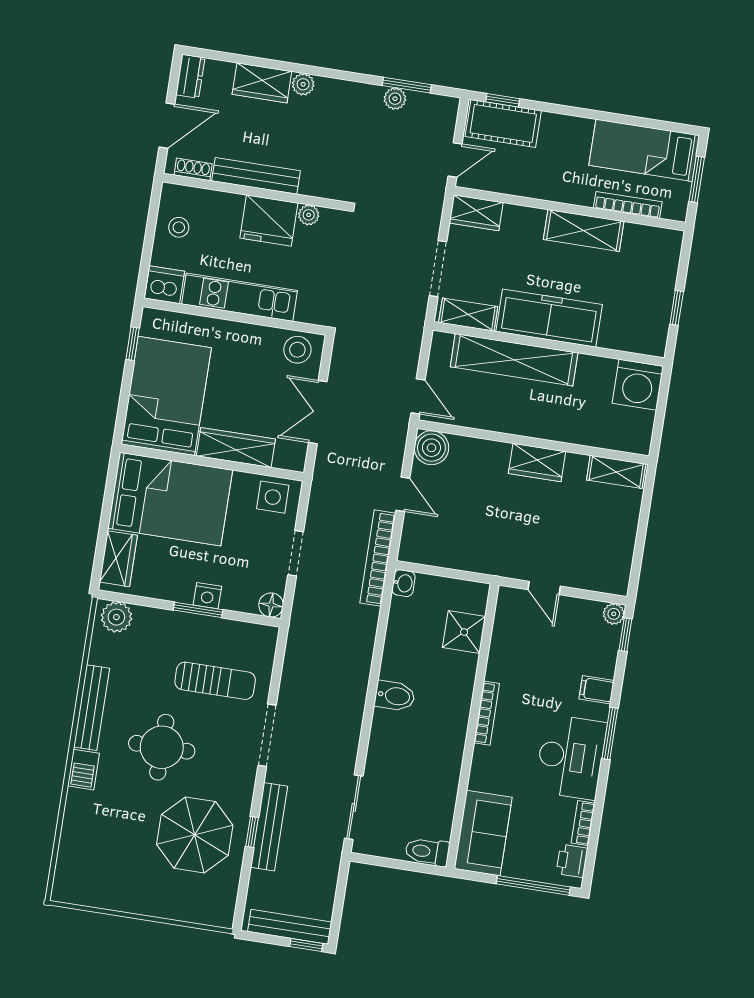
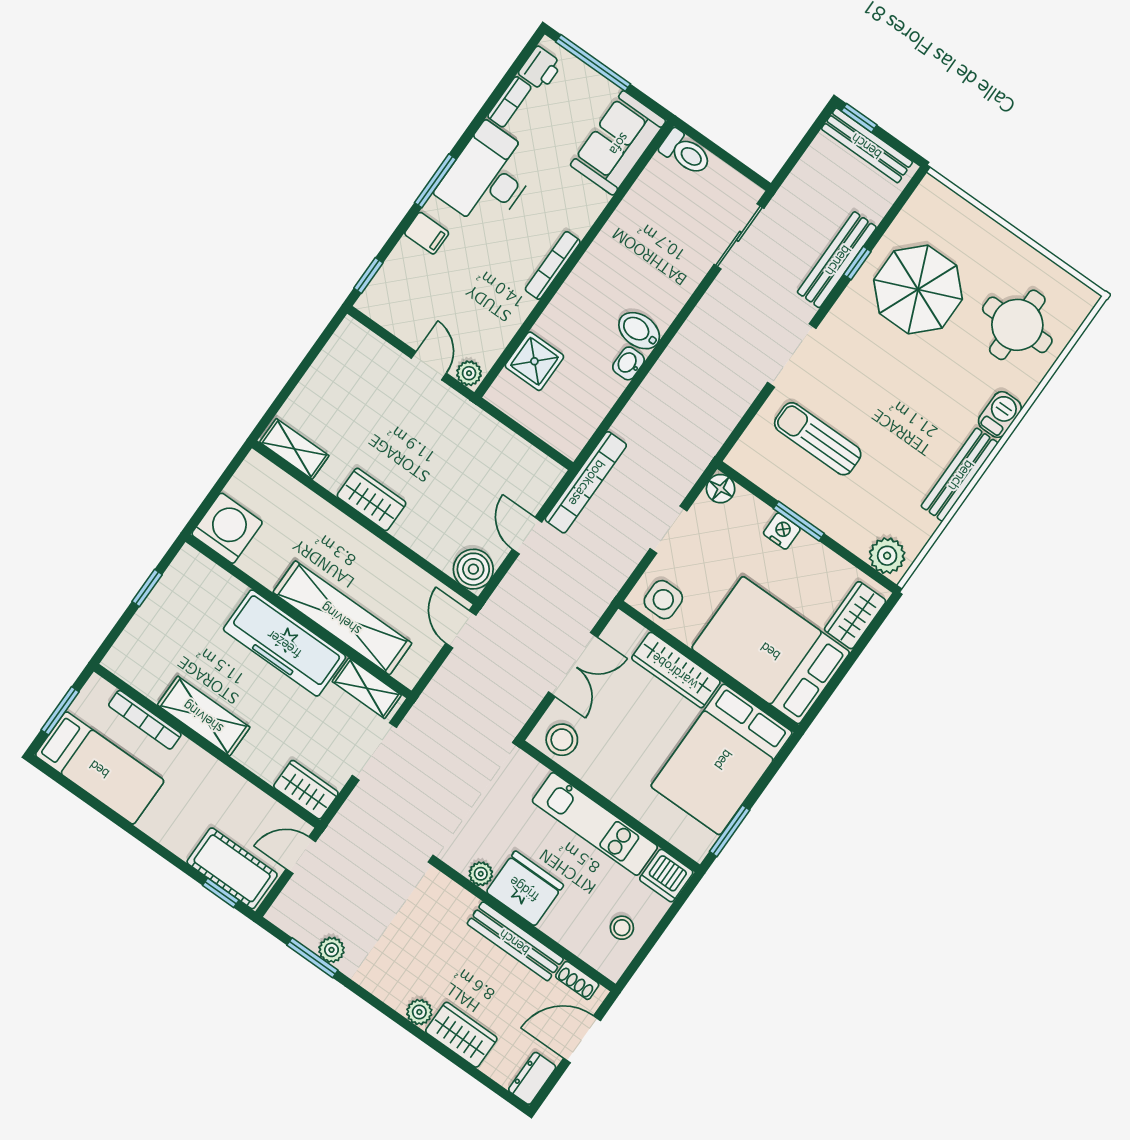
window: (133, 344) -> (730, 831), width x1.50
washbasin: (403, 583) -> (628, 363), moved
plant: (614, 614) -> (469, 373), moved
round table: (162, 747) -> (1017, 325), moved

